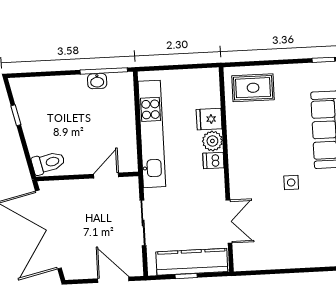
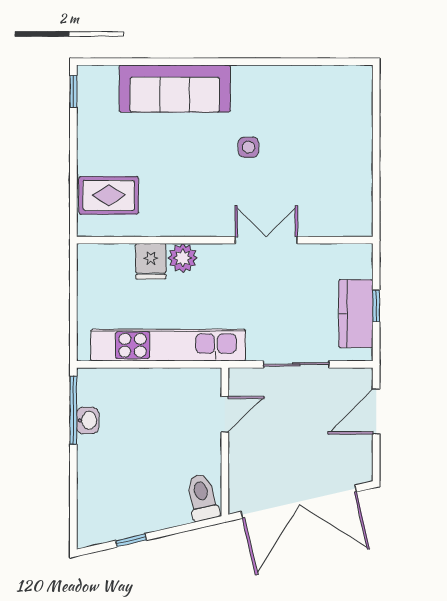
rug: (253, 88) -> (109, 195), turned 90
dishwasher: (213, 160) -> (211, 258), removed
door: (106, 175) -> (225, 414), swing flipped
double door: (229, 222) -> (266, 240), moved
kitchen counter: (192, 262) -> (356, 314), width x0.67

